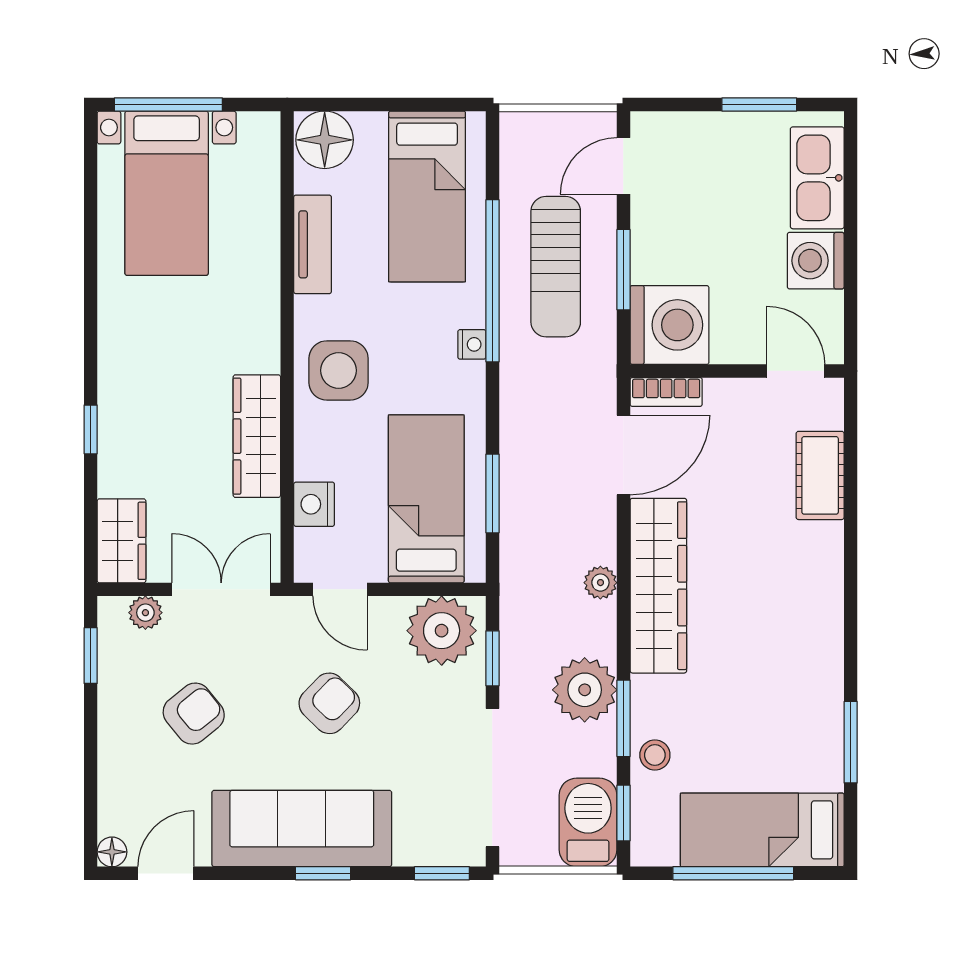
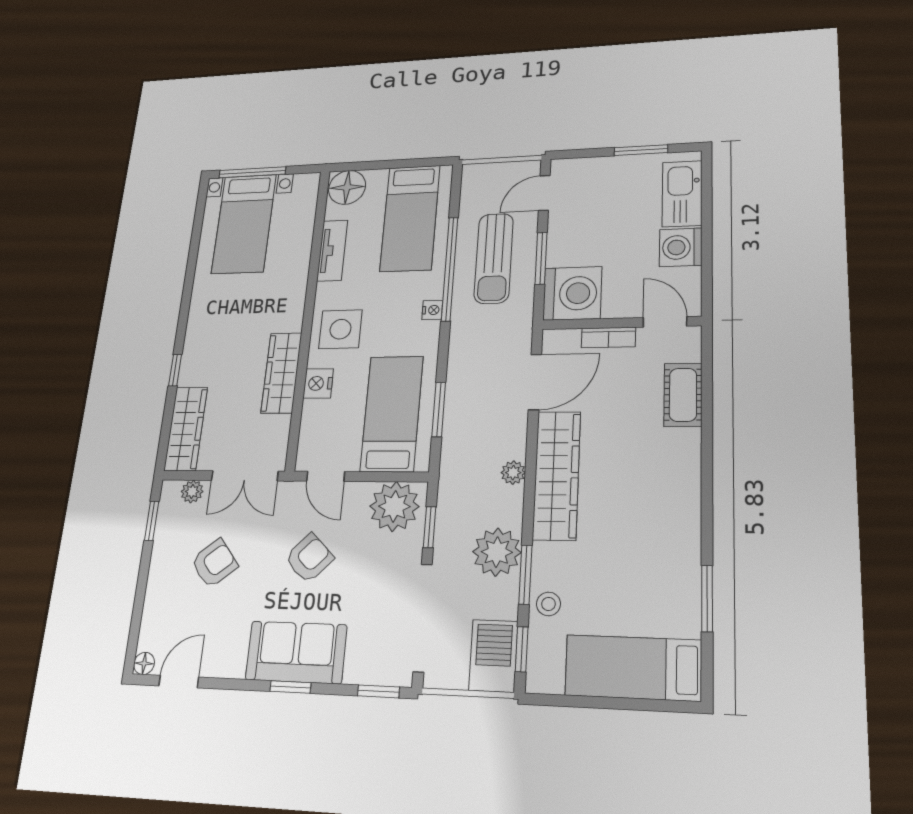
bookcase: (666, 392) -> (608, 337), moved
nightstand: (314, 504) -> (318, 383), moved
wardrobe: (121, 541) -> (186, 429), width x1.50
double door: (221, 589) -> (245, 476), swing flipped
sofa: (302, 829) -> (296, 652), width x0.73
window: (733, 873) -> (608, 703), removed

